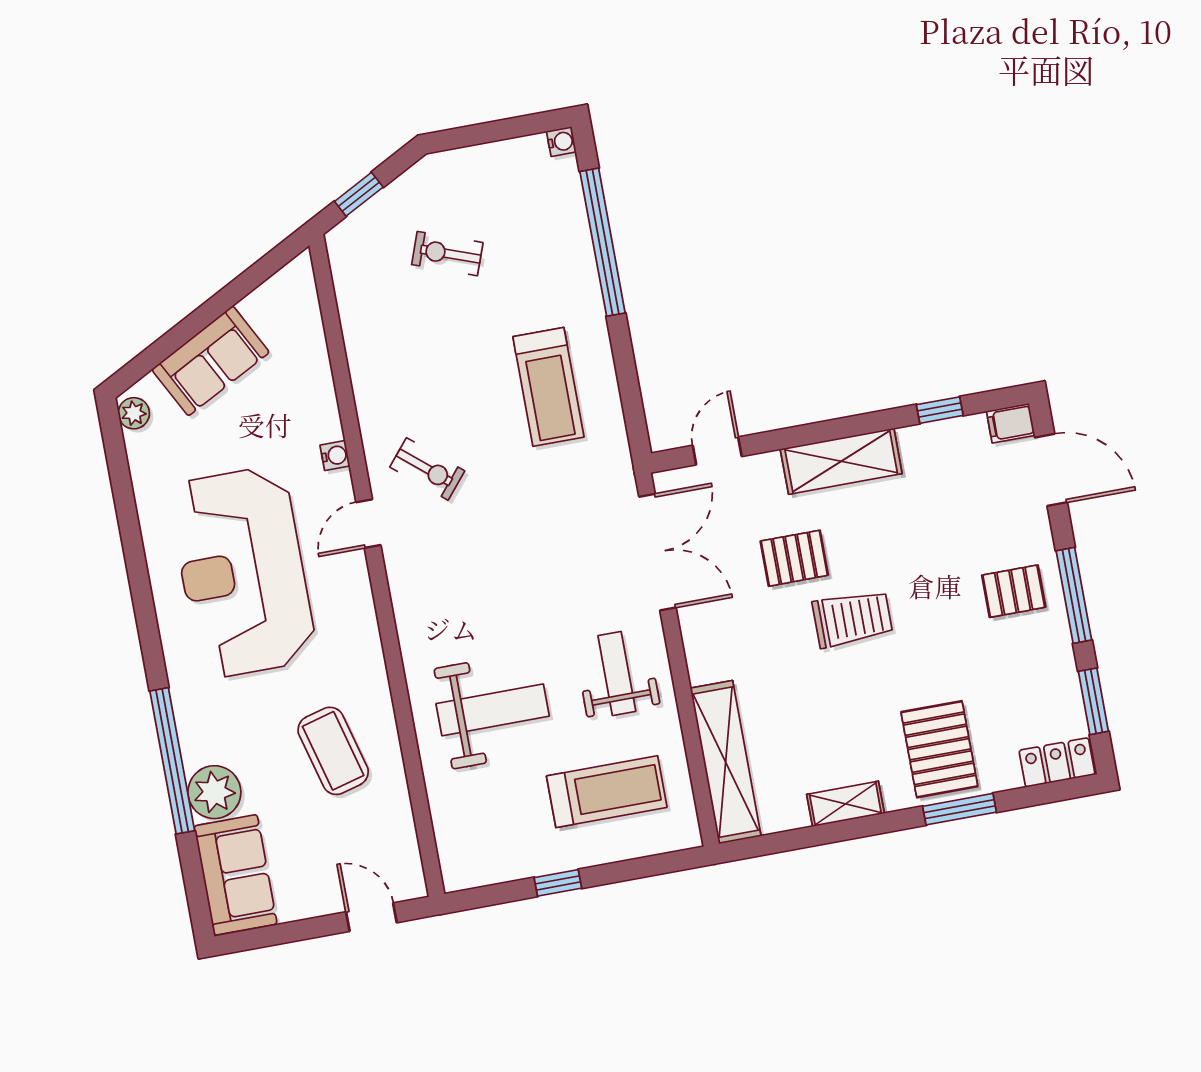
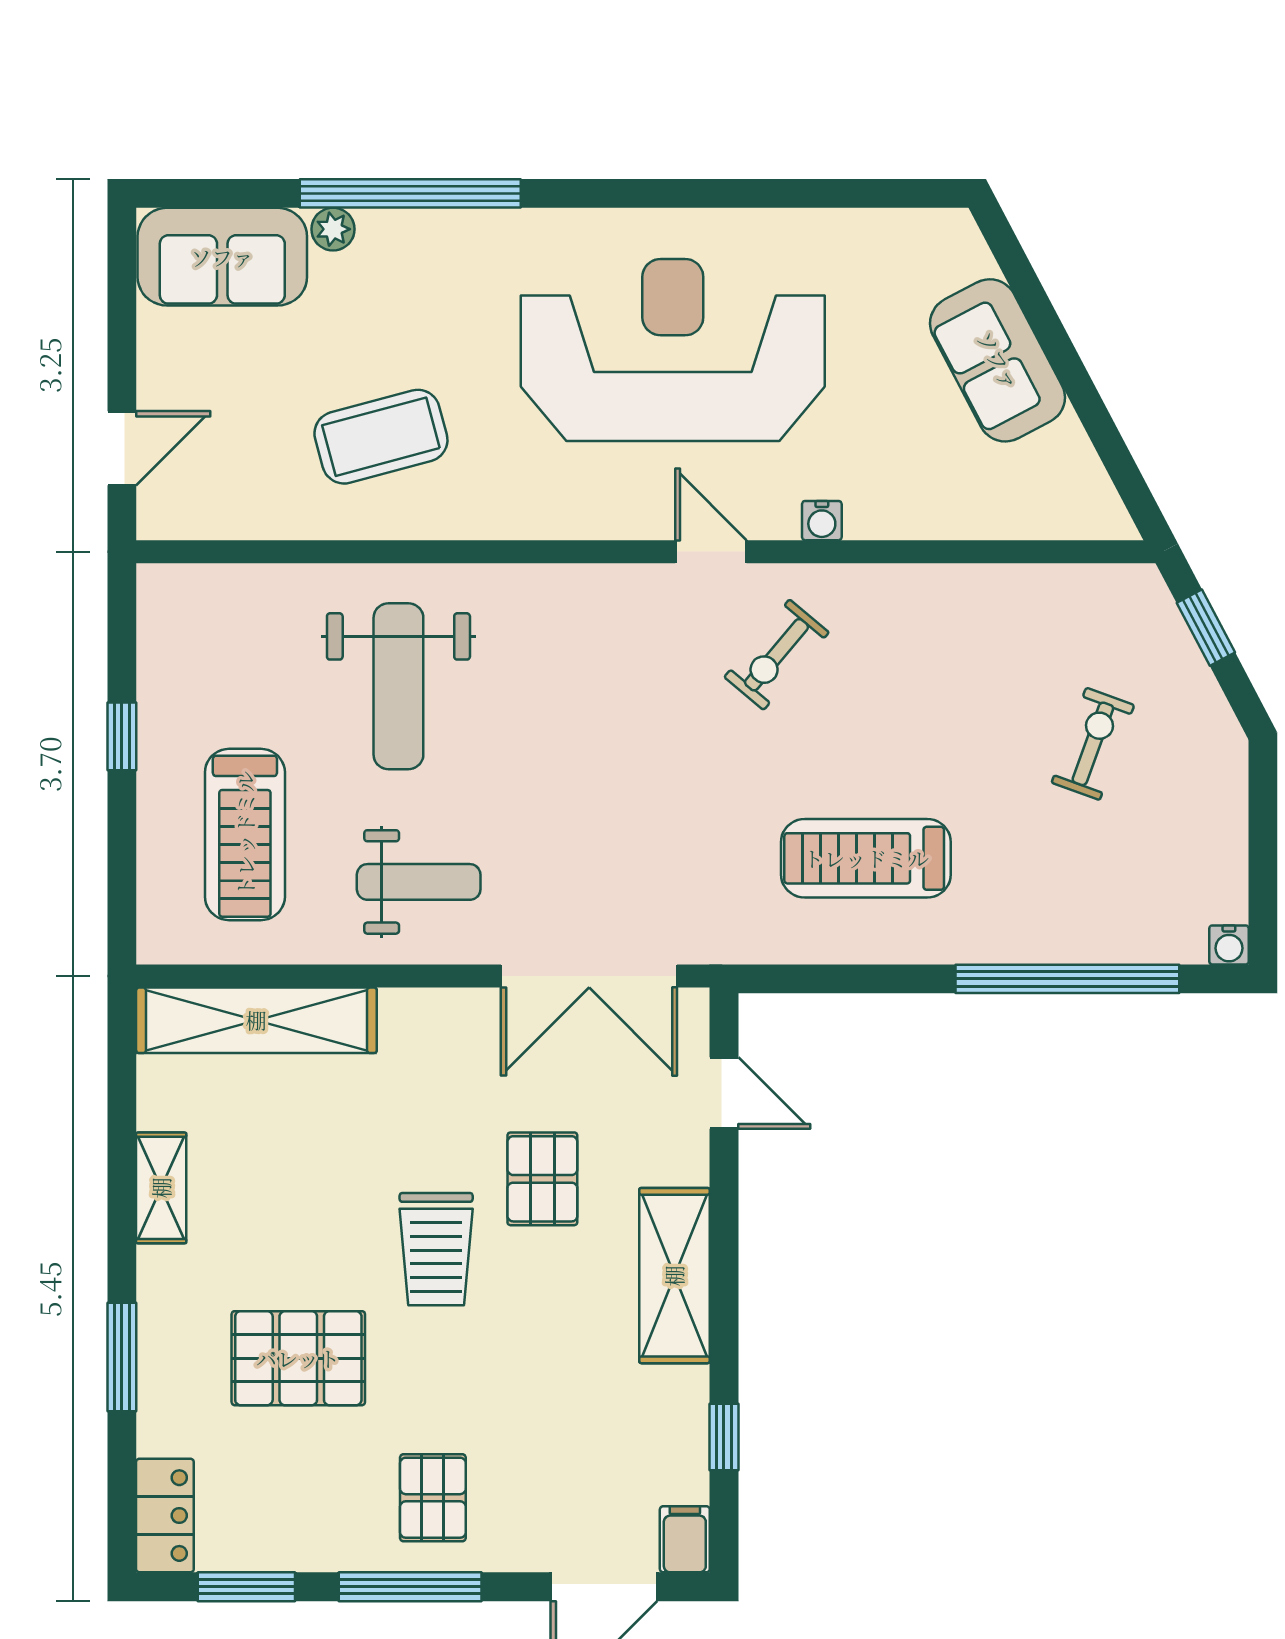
plant: (134, 413) -> (940, 231), removed
pallet: (939, 749) -> (298, 1358), moved
plant: (214, 792) -> (333, 229), width x0.53, depth x0.53

